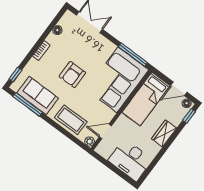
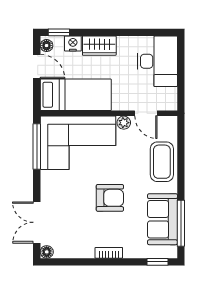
floor lamp: (57, 30) -> (47, 252), moved
nightstand: (176, 119) -> (73, 44), added
plant: (89, 141) -> (124, 123), moved

